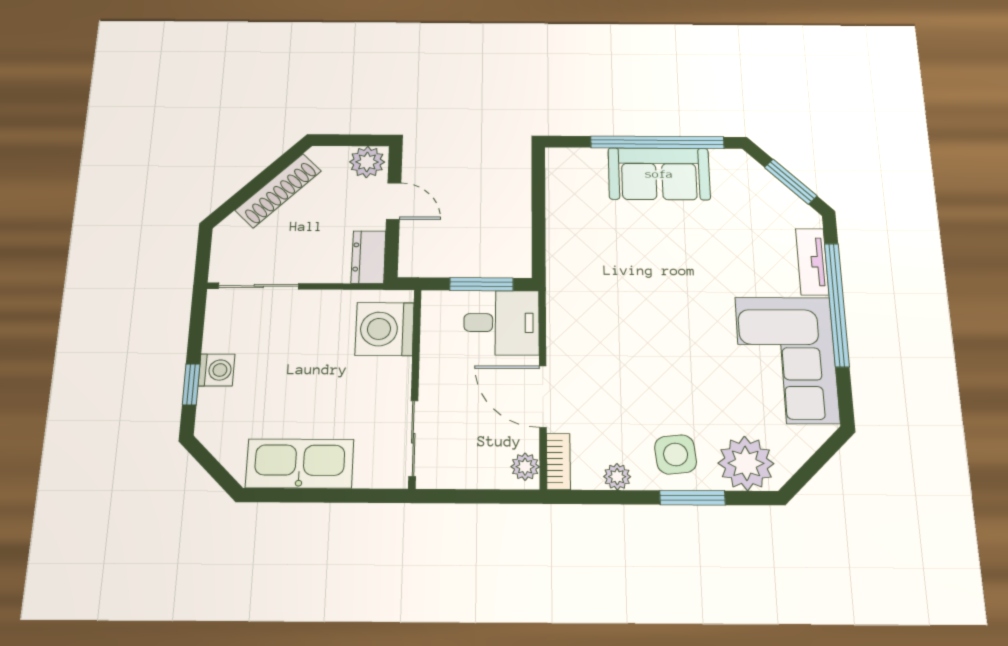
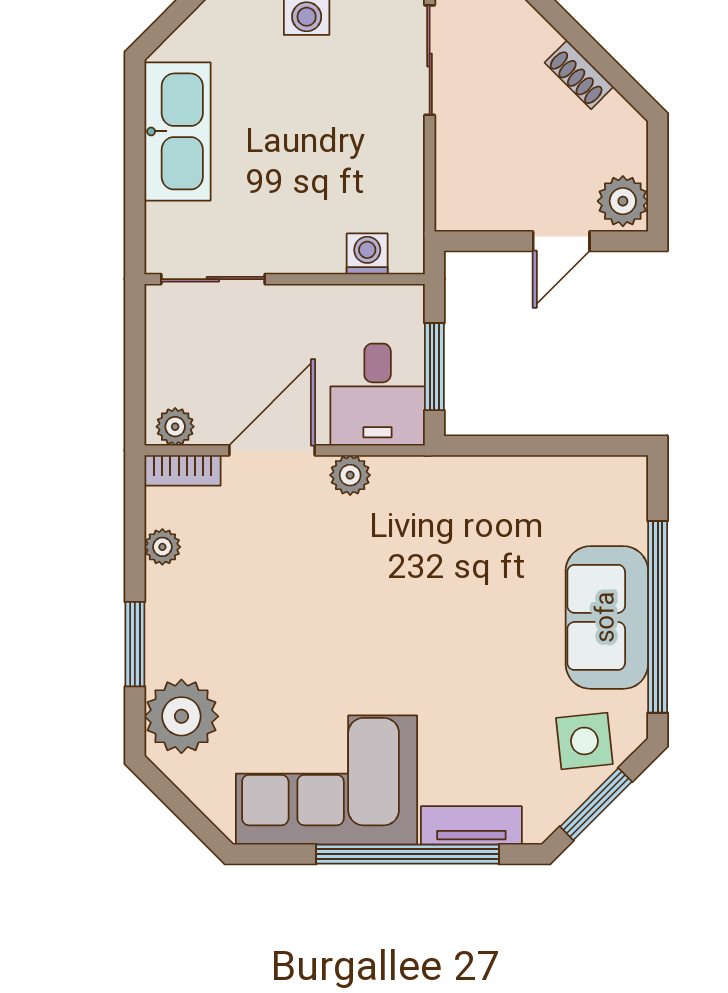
shoe rack: (278, 191) -> (579, 75), width x0.51, depth x0.81
dresser: (368, 257) -> (474, 209), removed
washing machine: (385, 329) -> (367, 254), width x0.53, depth x0.53
plant: (561, 342) -> (350, 475), added
side table: (676, 454) -> (584, 741), moved

